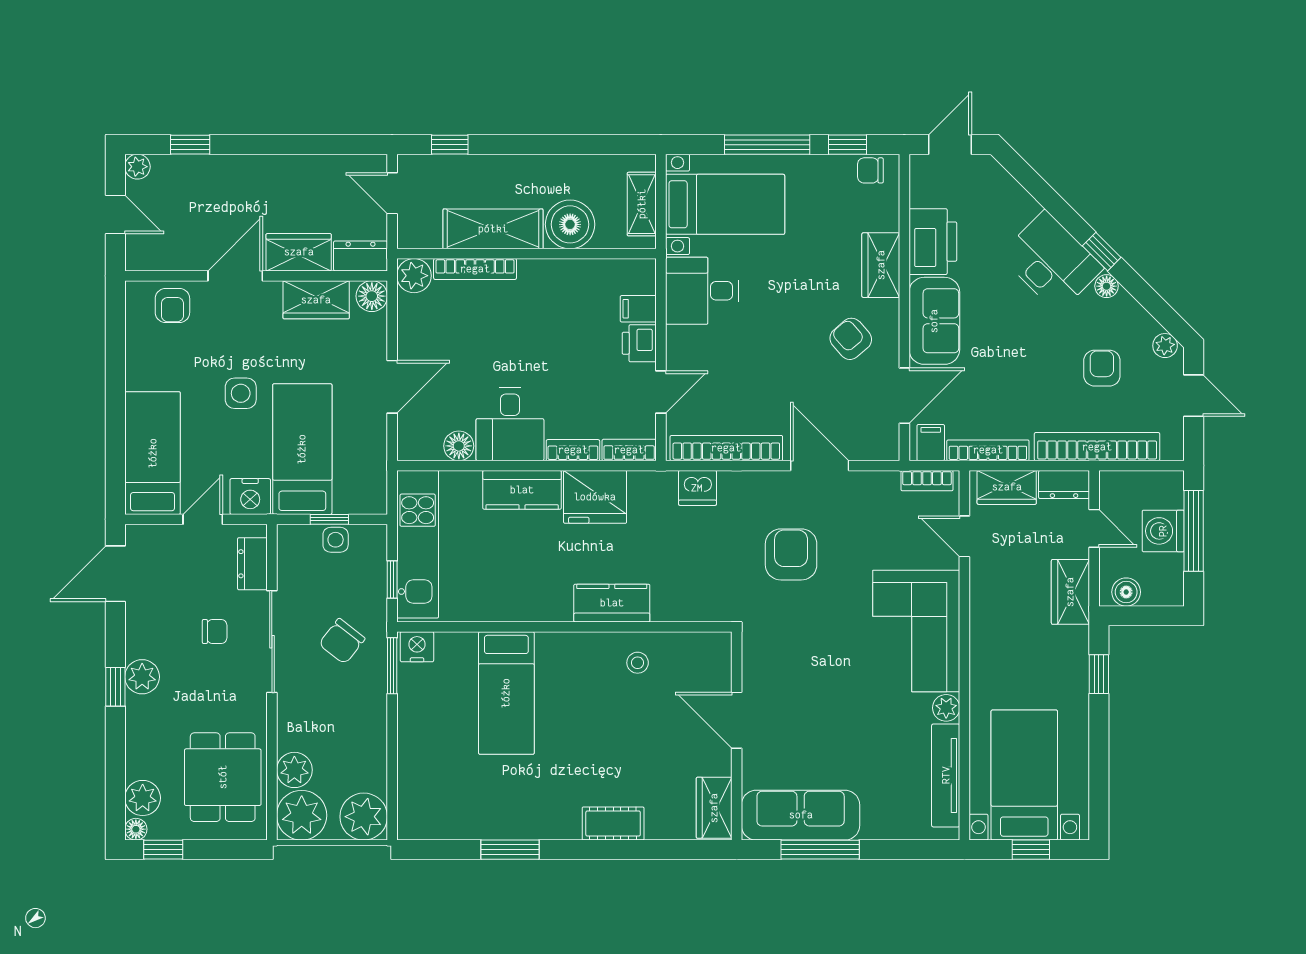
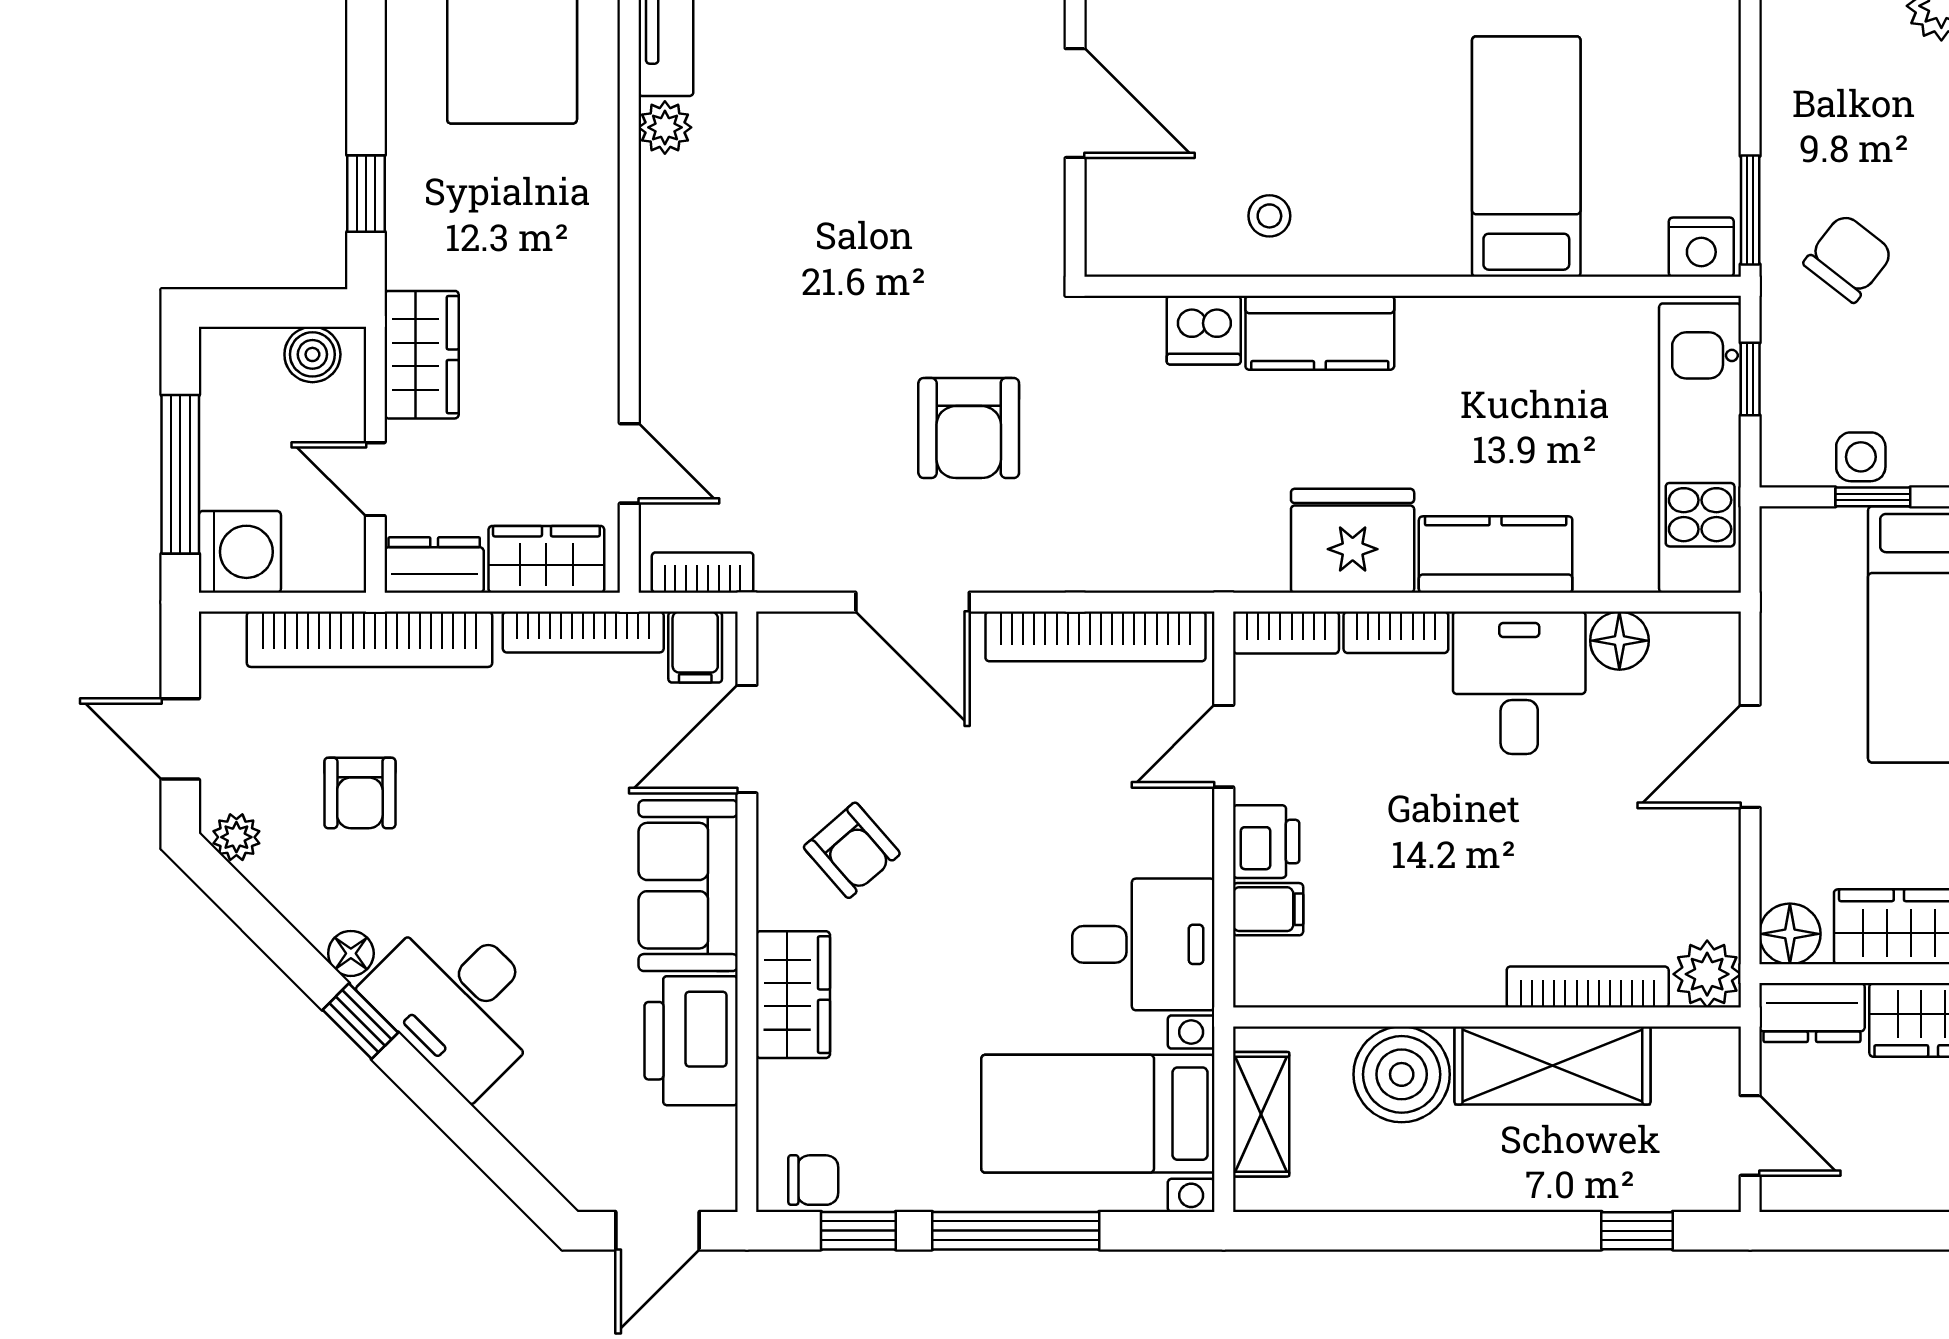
dishwasher: (697, 488) -> (1204, 330), moved, turned 180
washing machine: (1163, 531) -> (240, 552), moved
corner sofa: (916, 631) -> (724, 278), removed

